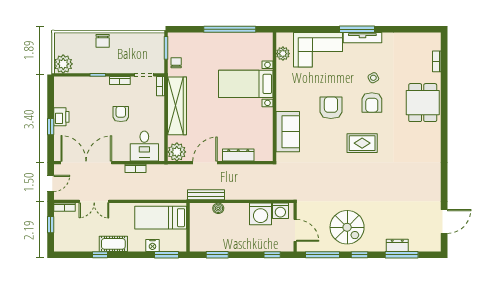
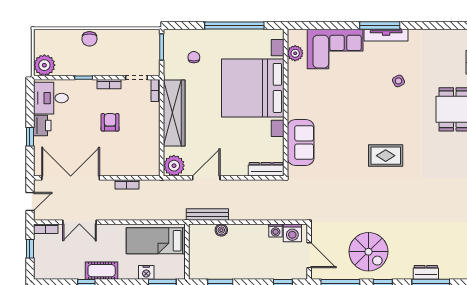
chair: (176, 63) -> (194, 57), moved
bed with nightstands: (246, 84) -> (253, 88), width x1.85
armchair: (372, 102) -> (397, 109), removed
armchair: (331, 108) -> (350, 115), removed
desk: (144, 146) -> (51, 98), moved, turned 90
dresser: (238, 155) -> (266, 169), moved
washing machine: (261, 214) -> (276, 231), width x0.53, depth x0.53

